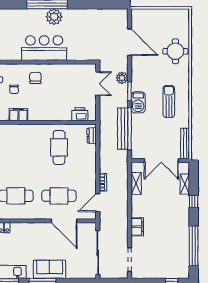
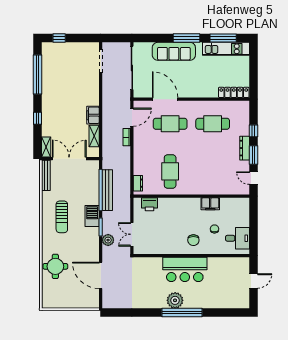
shelving: (185, 184) -> (46, 147), moved
filing cabinet: (137, 227) -> (93, 115), moved
sofa: (49, 269) -> (174, 51), width x1.36

